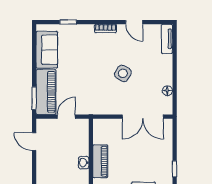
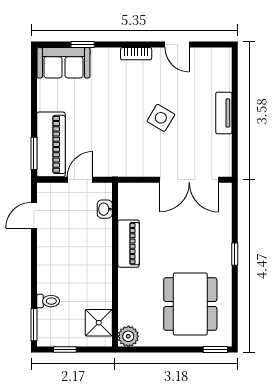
tv unit: (167, 39) -> (224, 113), moved
sofa: (47, 50) -> (63, 63), moved, turned 90
floor lamp: (168, 91) -> (225, 143), removed
door: (34, 142) -> (34, 215), hinge flipped
washbasin: (84, 163) -> (105, 209), moved

